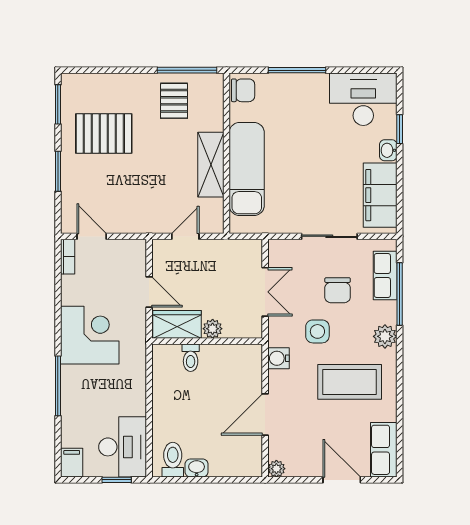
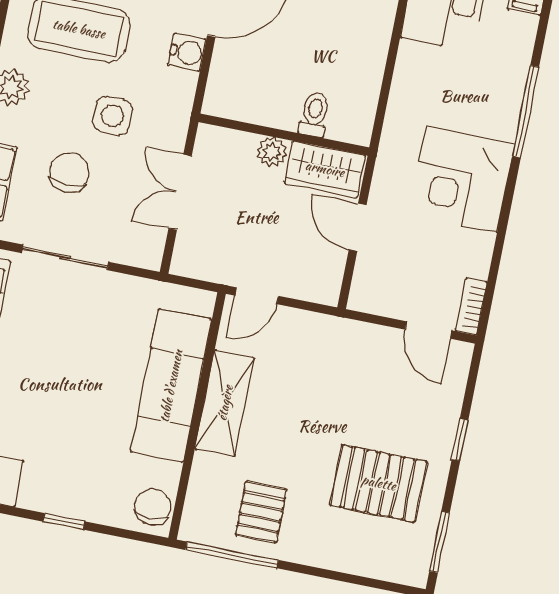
window: (297, 70) -> (64, 521), width x0.46
chair: (243, 90) -> (152, 507), turned 90
window: (58, 171) -> (460, 440), width x0.67
door: (185, 236) -> (257, 296), moved
water cooler: (279, 358) -> (187, 52), moved

